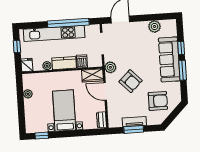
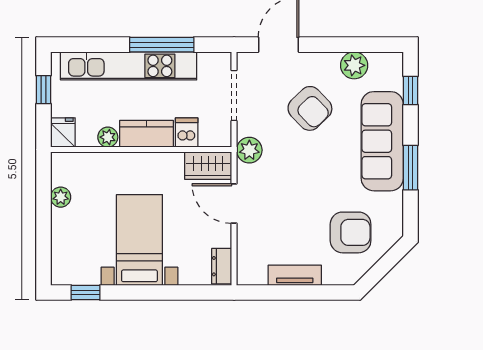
window: (68, 23) -> (162, 45), width x0.68
window: (181, 48) -> (410, 90), moved
armchair: (131, 81) -> (310, 108), moved
window: (134, 129) -> (292, 293), removed

